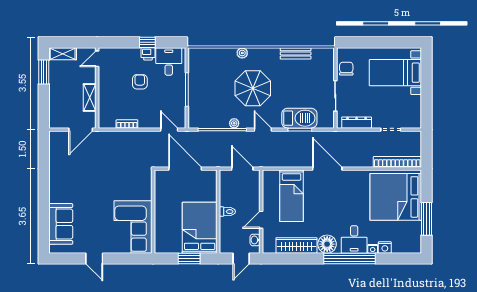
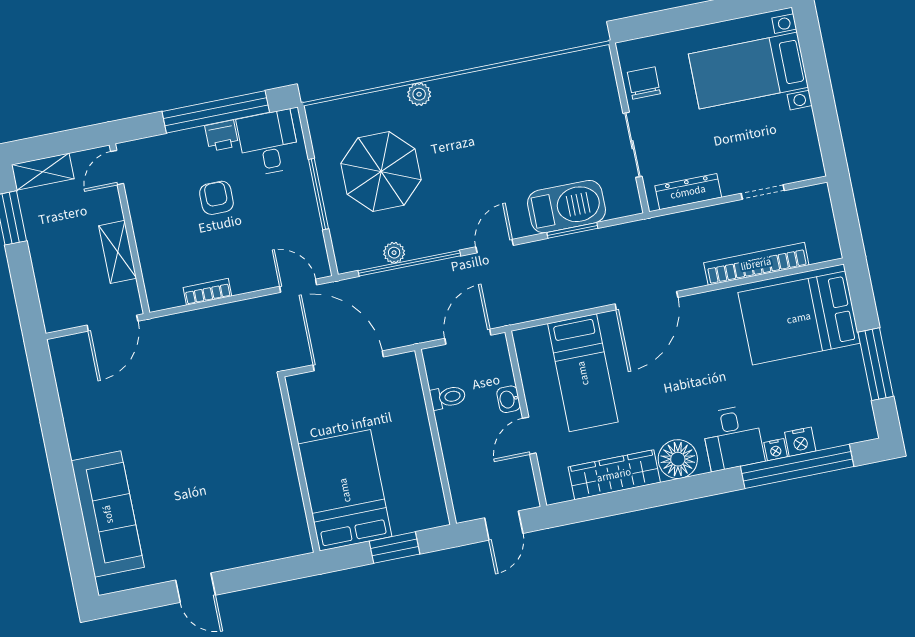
window: (147, 42) -> (216, 112), width x3.17
bench: (296, 53) -> (531, 72), removed
parasol: (253, 88) -> (381, 171), moved
plant: (234, 123) -> (394, 253), moved
door: (263, 130) -> (495, 246), hinge flipped
bookcase: (397, 162) -> (756, 264), moved
door: (242, 169) -> (468, 337), hinge flipped
door: (327, 169) -> (646, 301), swing flipped
bed: (396, 197) -> (799, 318), width x0.73
toilet: (227, 212) -> (448, 397), moved
sofa: (61, 224) -> (108, 514), width x1.36
corner sofa: (133, 227) -> (263, 505), removed
bed: (200, 228) -> (345, 490), moved
washbasin: (255, 240) -> (509, 399), moved
window: (349, 258) -> (797, 466), moved

